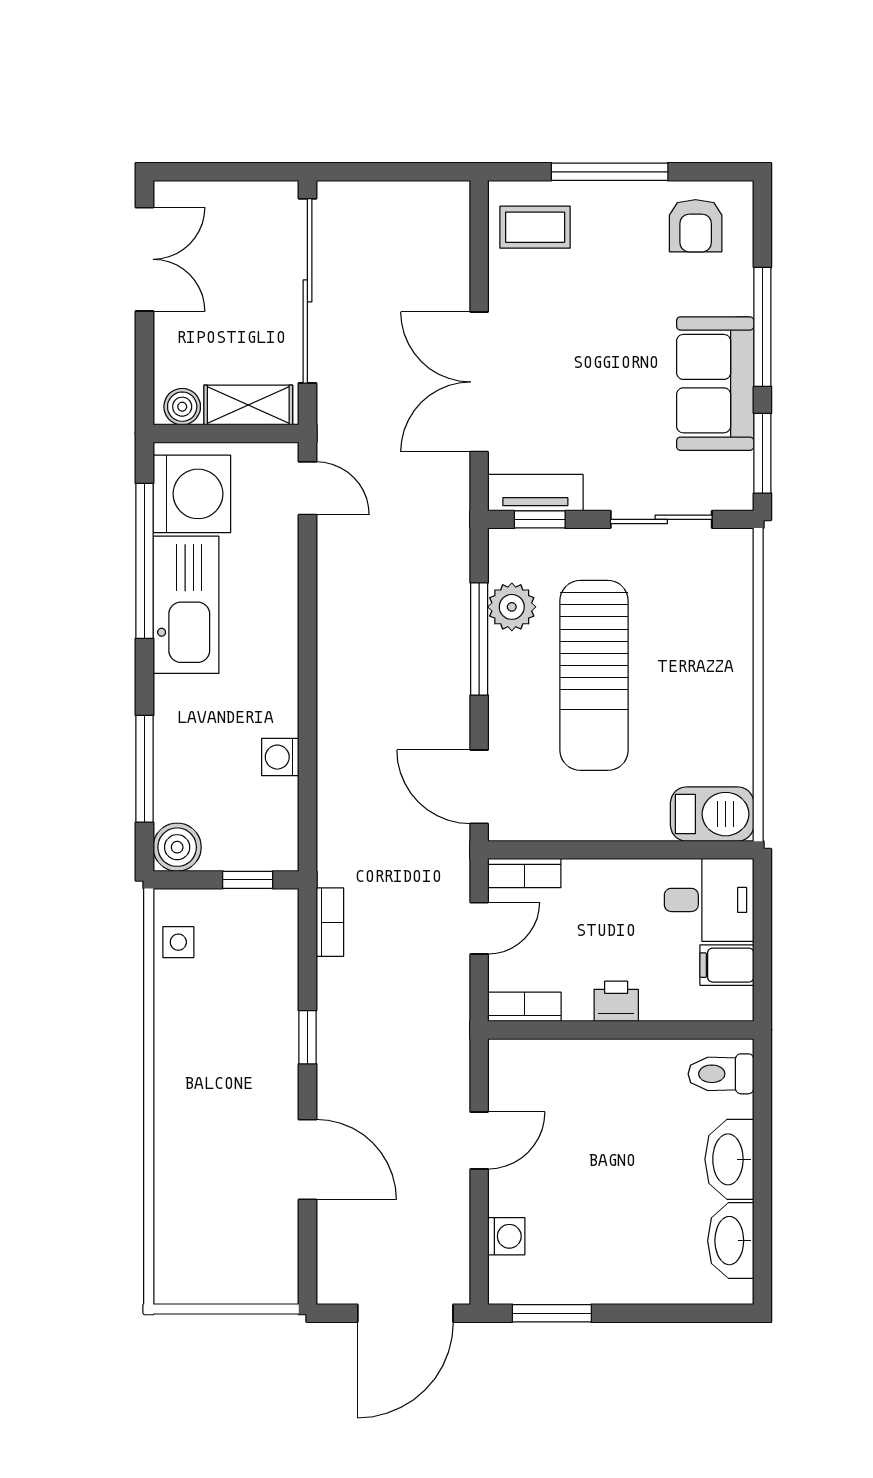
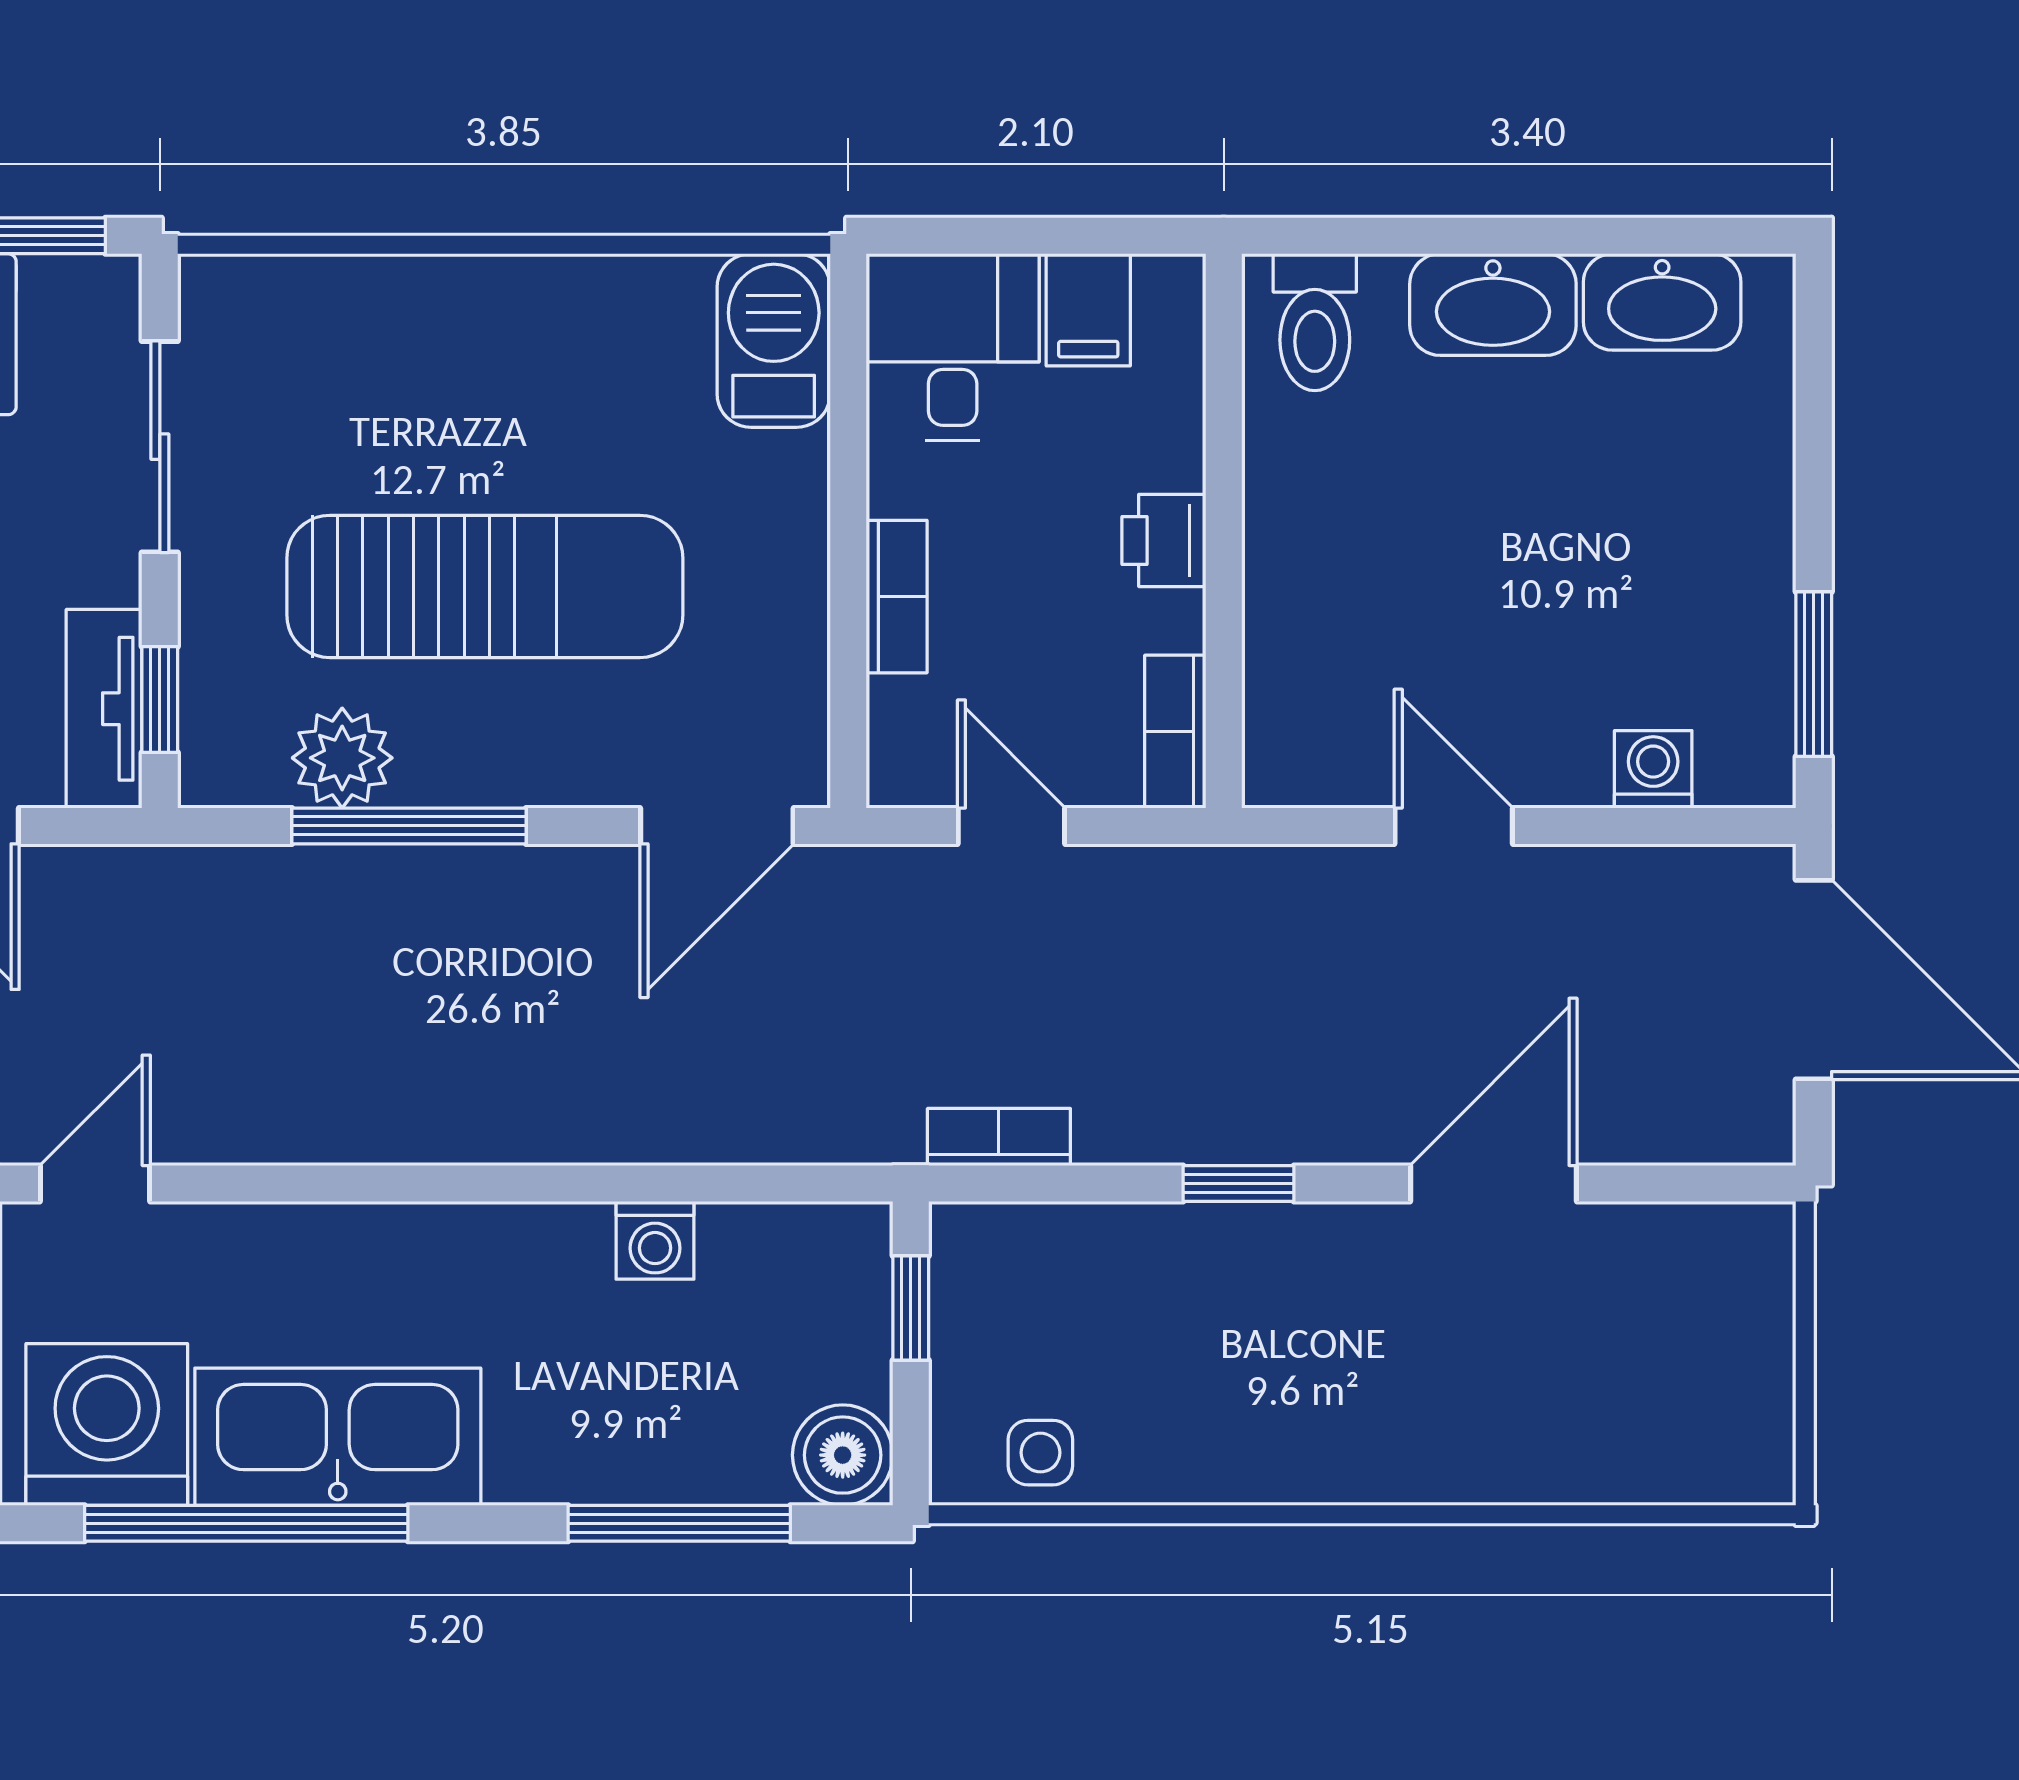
bookcase: (524, 873) -> (897, 597), moved

